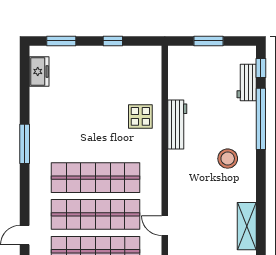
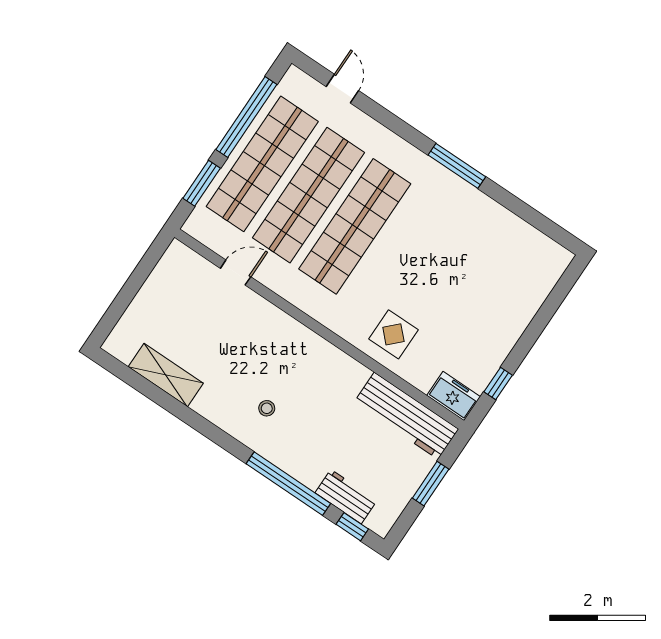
window: (61, 41) -> (555, 299), removed
window: (113, 41) -> (498, 383), moved
freezer: (39, 71) -> (454, 396), moved, turned 180
workbench: (177, 125) -> (406, 416), moved, width x1.36, depth x1.32
stool: (228, 159) -> (267, 408), width x0.53, depth x0.53

